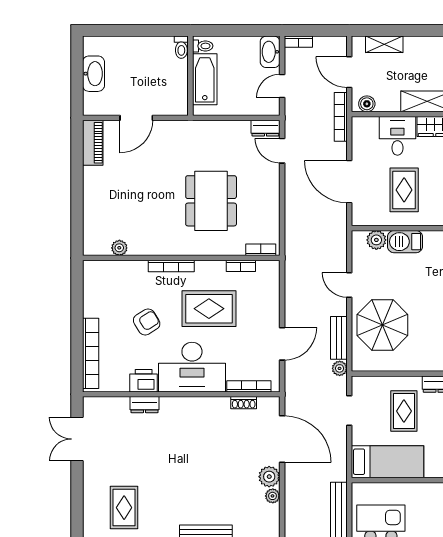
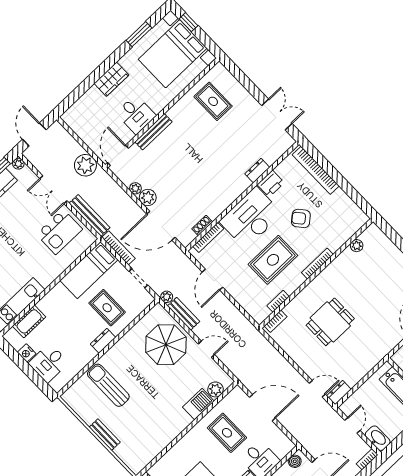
bookcase: (341, 117) -> (118, 248), moved
dining table: (211, 201) -> (330, 322), width x0.73
armchair: (147, 322) -> (301, 218), turned 82

